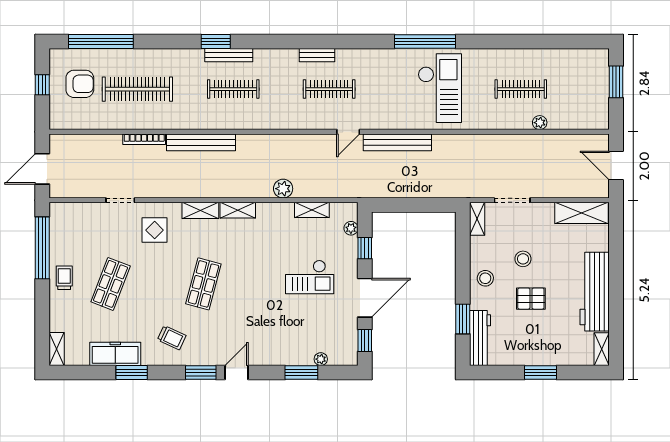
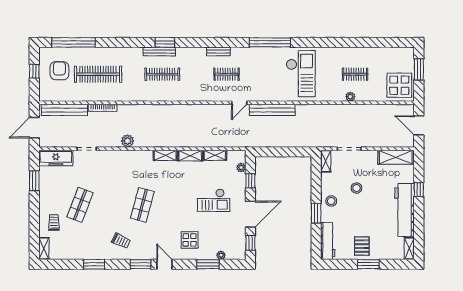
window: (216, 42) -> (165, 42), moved
window: (425, 42) -> (270, 42), moved
armchair: (80, 84) -> (59, 71), turned -90
clothes rail: (329, 89) -> (227, 74), width x0.73
clothes rail: (521, 89) -> (355, 74), width x0.73
display table: (587, 105) -> (399, 85), added
plant: (540, 123) -> (350, 97), moved
bench: (201, 142) -> (64, 110), moved
plant: (283, 189) -> (128, 141), moved
shelving: (200, 210) -> (190, 156), moved
display table: (155, 230) -> (190, 240), moved
window: (42, 248) -> (34, 181), width x0.47
window: (616, 261) -> (419, 190), added
trolley: (64, 278) -> (54, 223), moved
pallet: (531, 299) -> (362, 246), moved, turned 90
window: (463, 319) -> (316, 213), moved
freezer: (115, 354) -> (56, 158), moved, turned 180
door: (237, 372) -> (164, 264), hinge flipped

